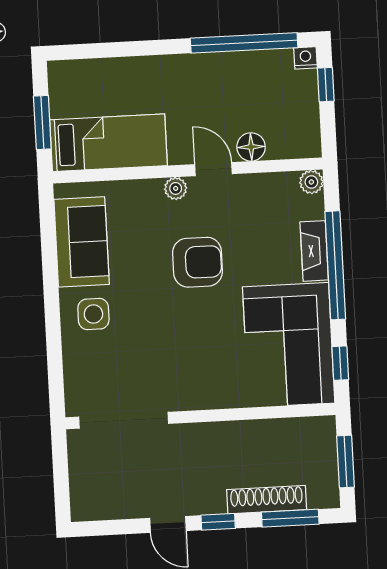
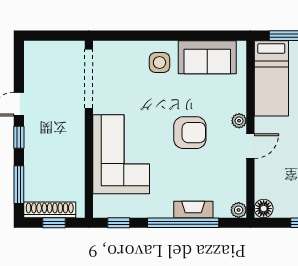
floor lamp: (251, 147) -> (264, 209), moved
armchair: (198, 262) -> (190, 133), turned -90
corner sofa: (289, 345) -> (121, 154), moved, turned 90
window: (345, 461) -> (54, 223), width x0.67
shoe rack: (267, 500) -> (50, 210), moved, turned -90

